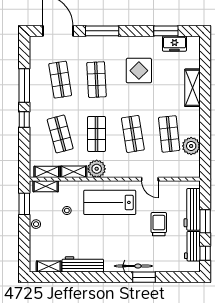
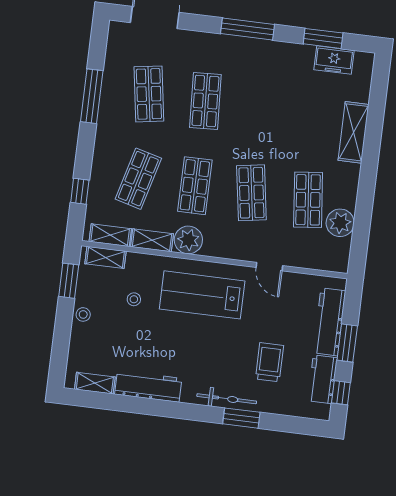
window: (102, 31) -> (247, 29), moved
display table: (139, 71) -> (273, 95), removed
window: (24, 120) -> (80, 191), moved
shop shelf: (60, 134) -> (138, 179), turned 30
trolley: (159, 224) -> (270, 362), moved

